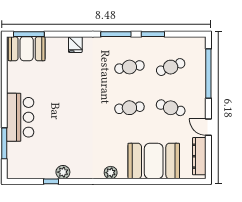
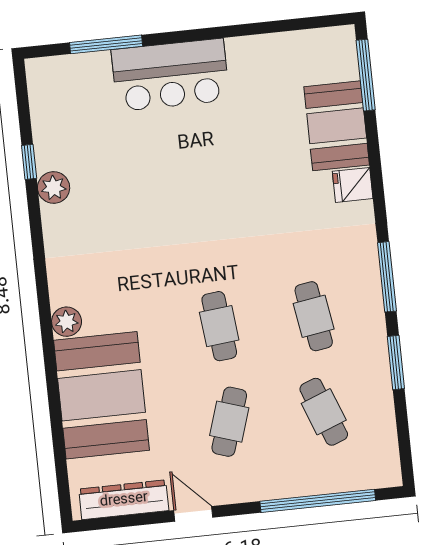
booth: (27, 49) -> (337, 126), moved
door: (208, 127) -> (193, 514), hinge flipped
plant: (111, 173) -> (67, 322), moved

